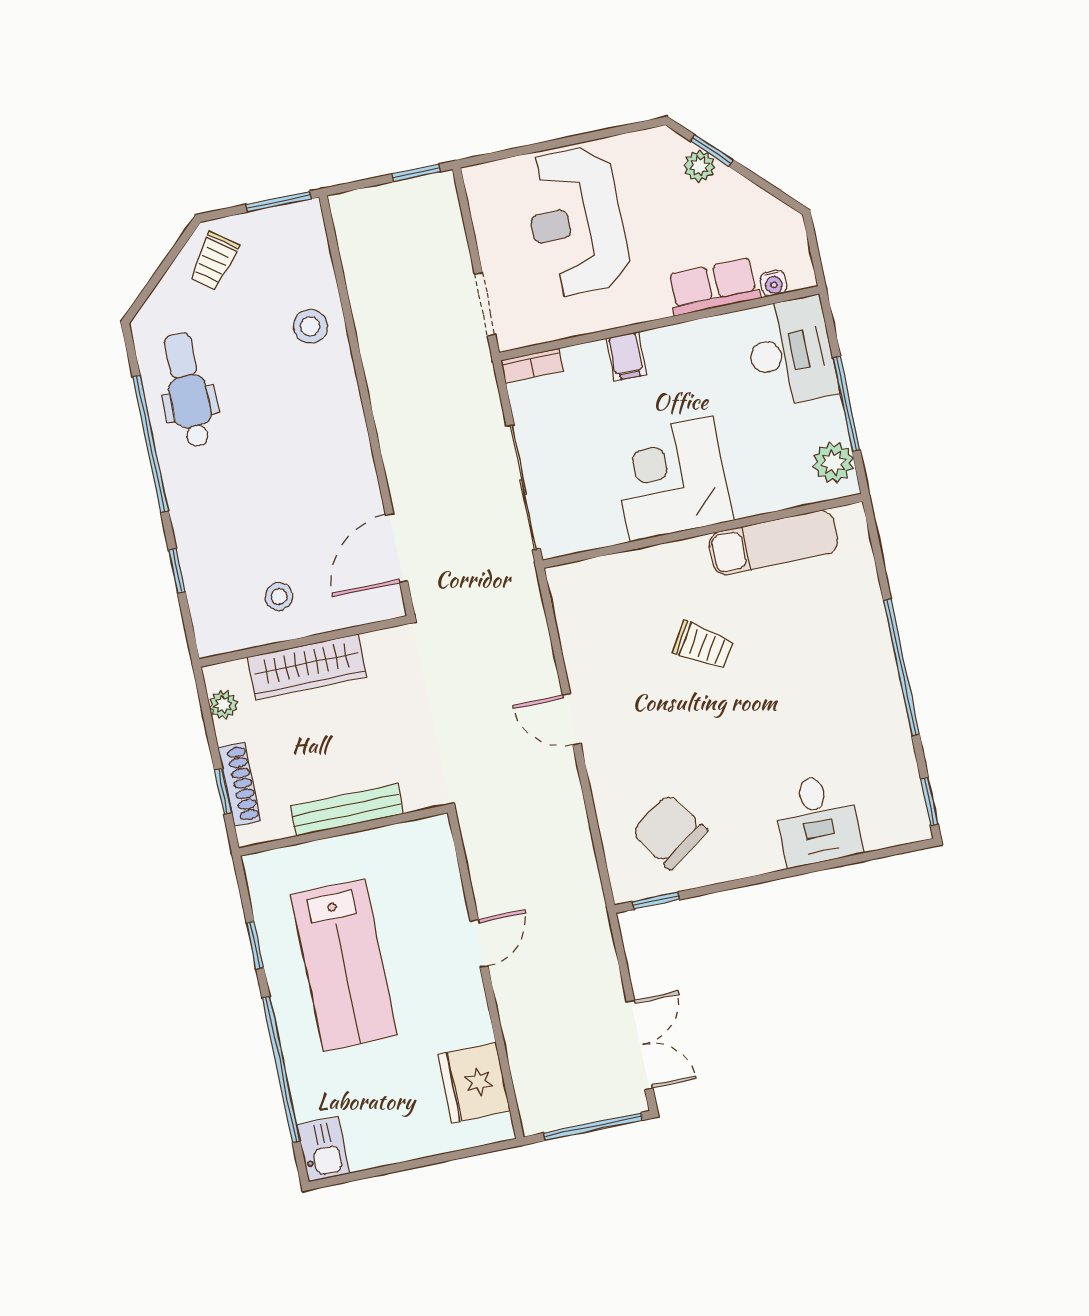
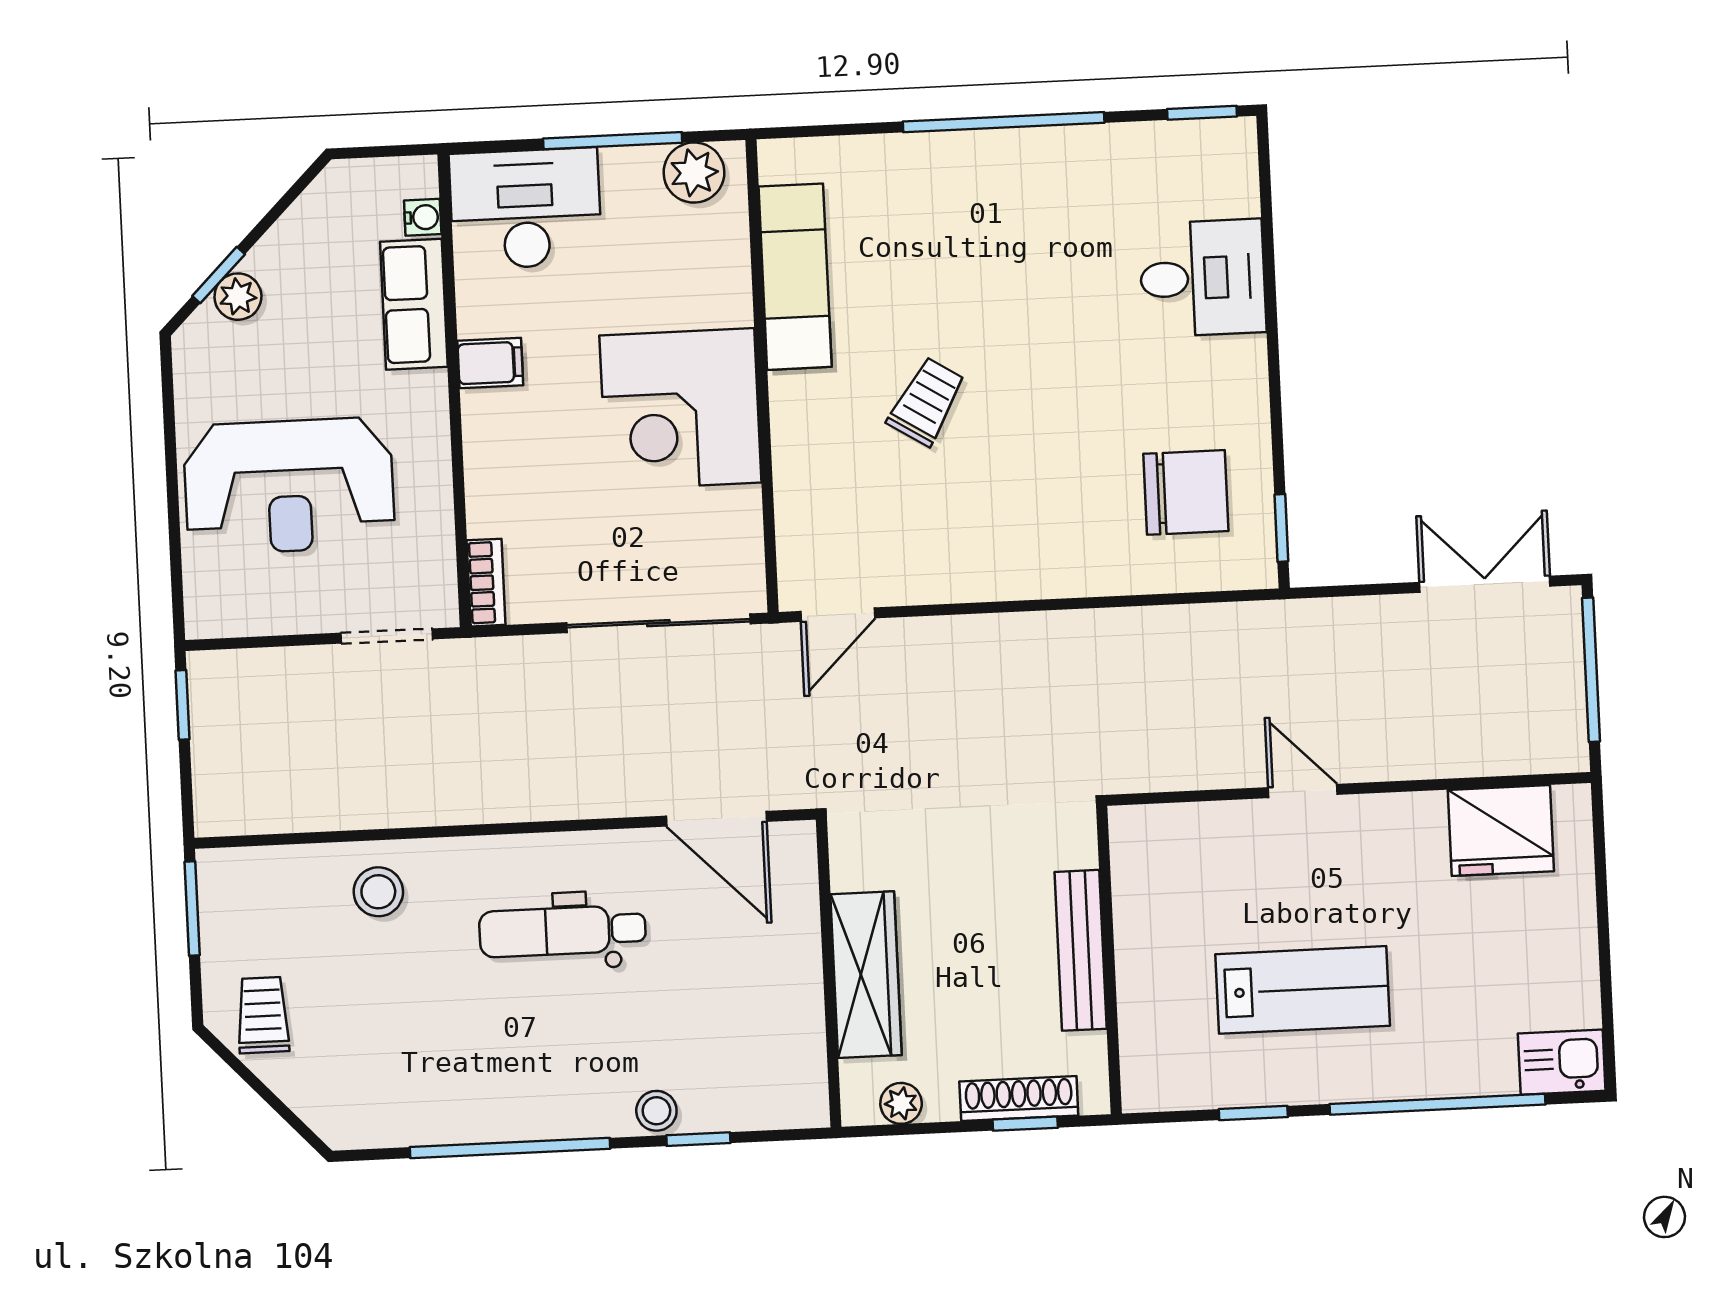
trolley: (214, 261) -> (263, 1015), turned -127
filing cabinet: (626, 356) -> (490, 363), moved
dental chair: (188, 390) -> (562, 931), moved
stool: (279, 596) -> (656, 1111), moved
door: (572, 719) -> (838, 615), moved
chair: (670, 832) -> (1186, 492), turned -145
lab bench: (344, 965) -> (1303, 990), width x0.73, depth x0.72

